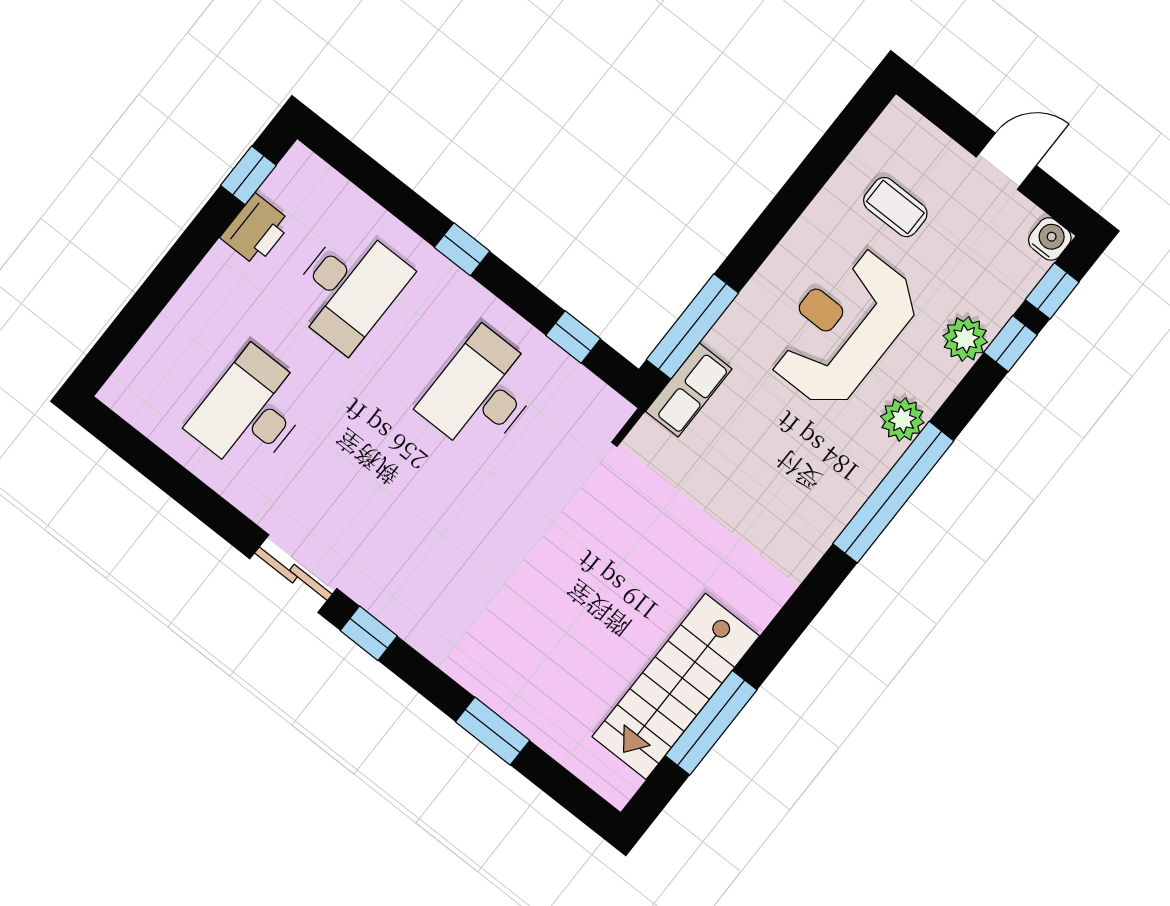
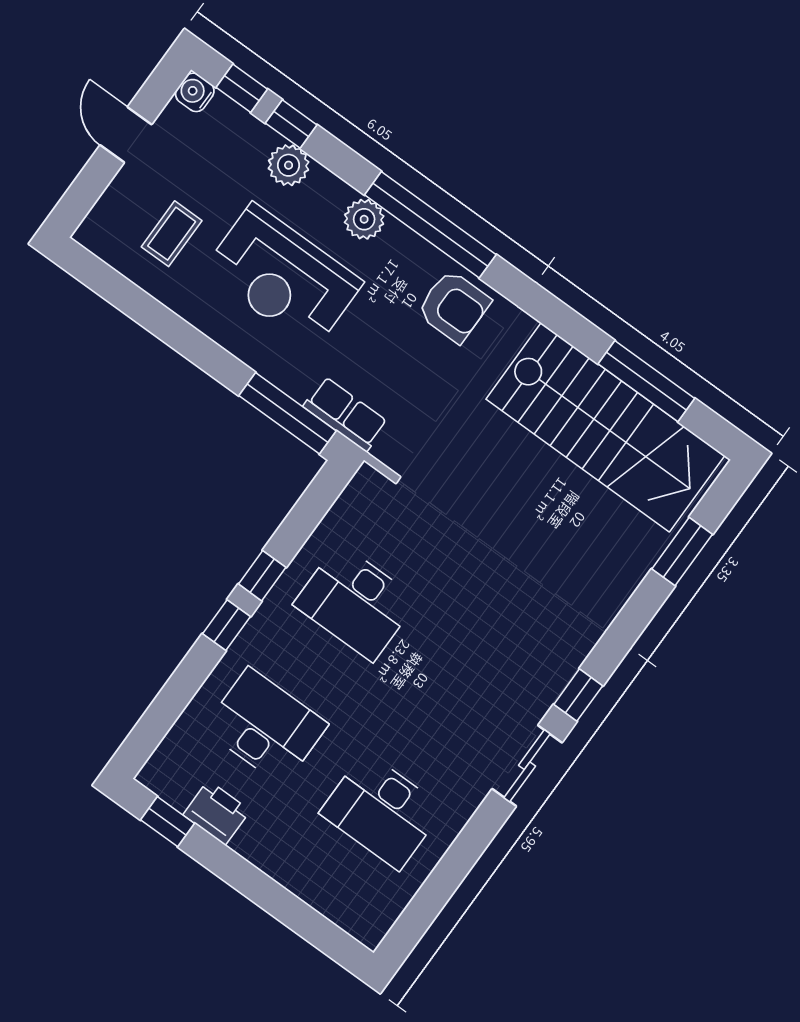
window: (573, 337) -> (262, 576), moved
armchair: (802, 514) -> (454, 306), added
stairs: (676, 686) -> (605, 427), width x1.36, depth x1.51
window: (493, 731) -> (682, 552), moved

